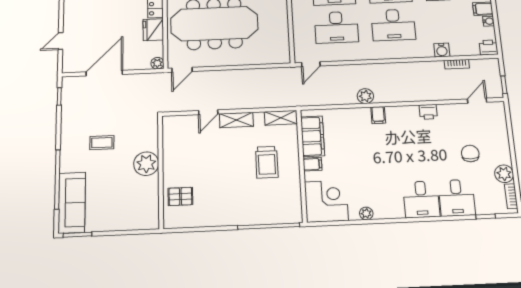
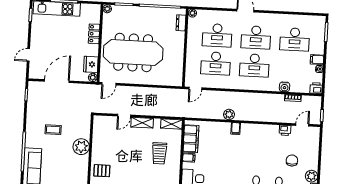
fridge: (153, 30) -> (91, 64), moved
printer: (428, 112) -> (285, 130), moved

